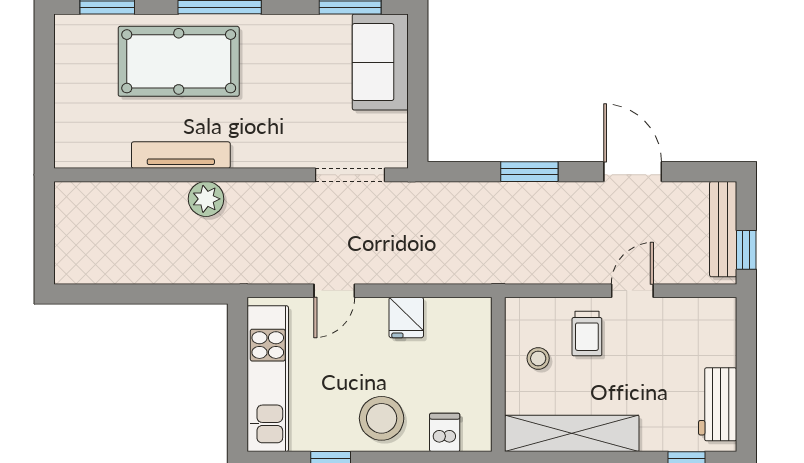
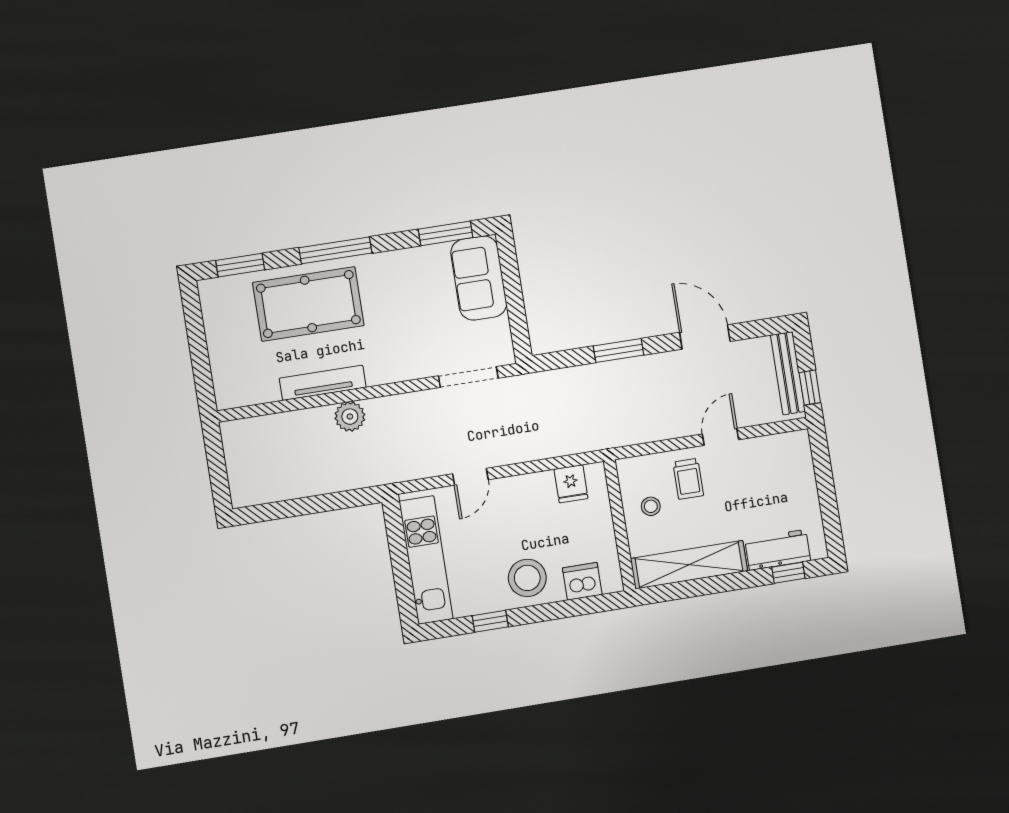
fridge: (406, 317) -> (571, 484), moved
workbench: (718, 404) -> (778, 550), moved, turned 90
dishwasher: (445, 432) -> (582, 581), width x1.38

